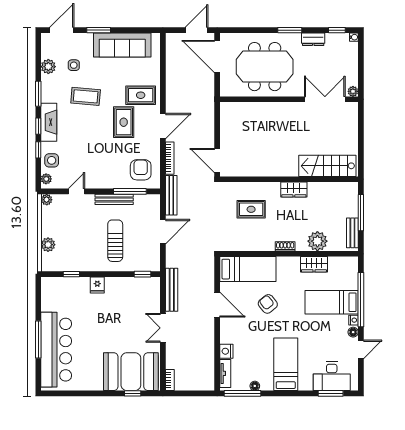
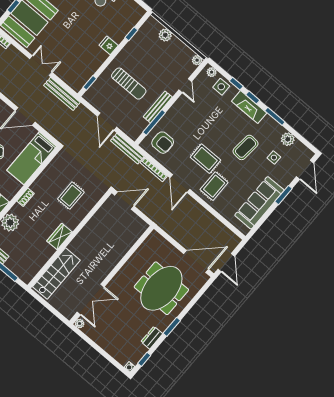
plant: (353, 91) -> (80, 324), moved
wall: (289, 99) -> (112, 275), moved
double door: (325, 99) -> (91, 300), moved

